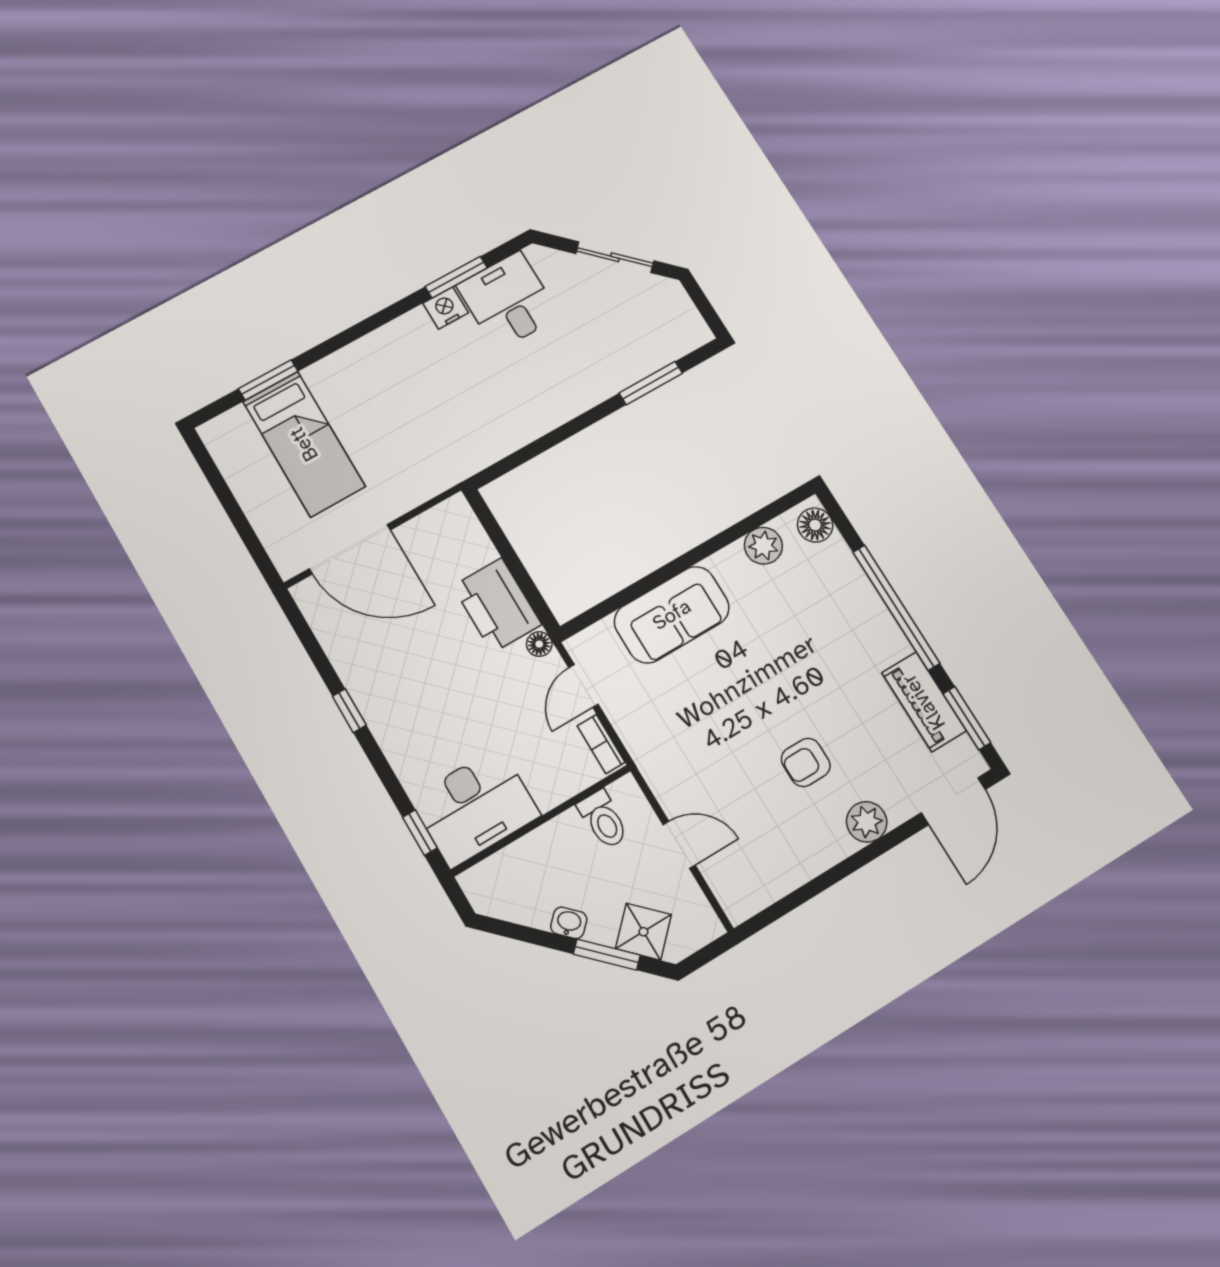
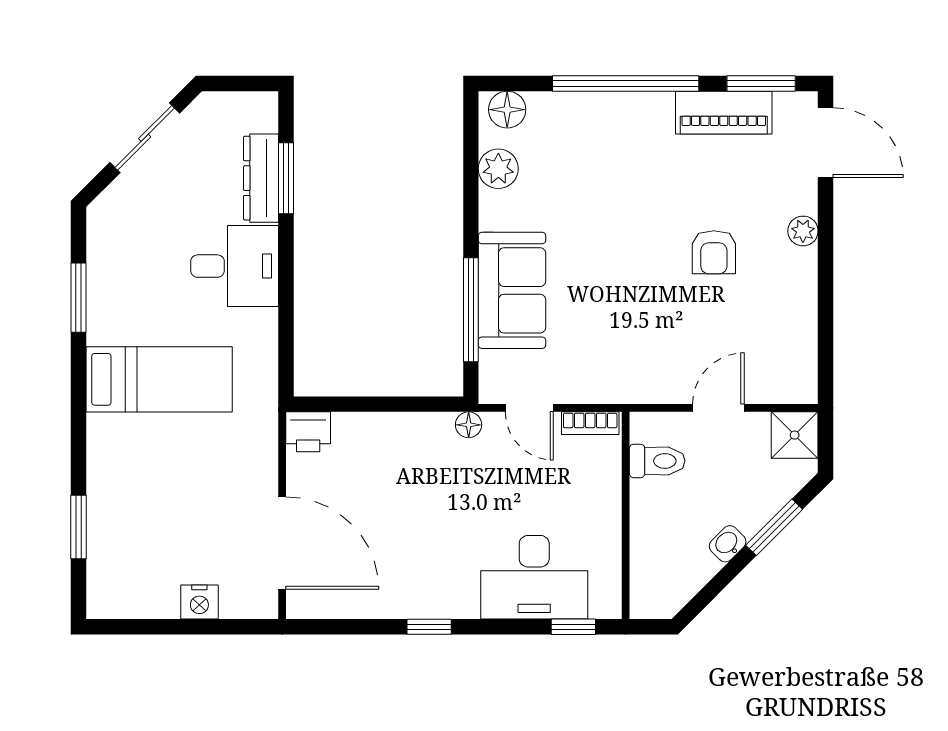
desk: (508, 301) -> (235, 266), moved, turned 180
nightstand: (446, 308) -> (199, 602), moved, turned -90
dresser: (639, 364) -> (261, 178), added
bed: (304, 444) -> (159, 379), moved
door: (350, 549) -> (282, 543), hinge flipped
window: (635, 591) -> (471, 310), added
printer: (497, 605) -> (308, 432), moved, width x0.53, depth x0.68
desk: (475, 807) -> (534, 577), moved, turned 90
plant: (867, 822) -> (803, 231), width x0.73, depth x0.73
shower: (643, 932) -> (795, 435), moved, turned 45

